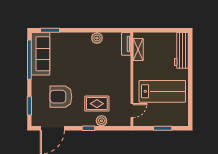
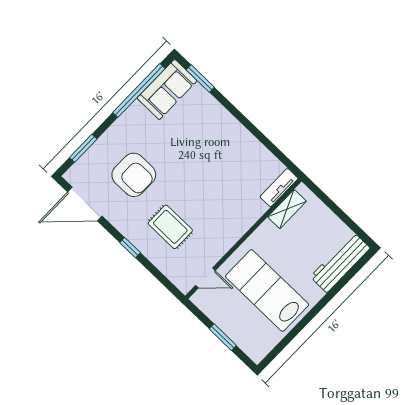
plant: (97, 38) -> (250, 145), removed
sofa: (41, 54) -> (167, 89), width x0.73
lab bench: (162, 91) -> (267, 291), turned 180
armchair: (61, 97) -> (134, 175), turned 180
plant: (101, 121) -> (155, 254), removed

